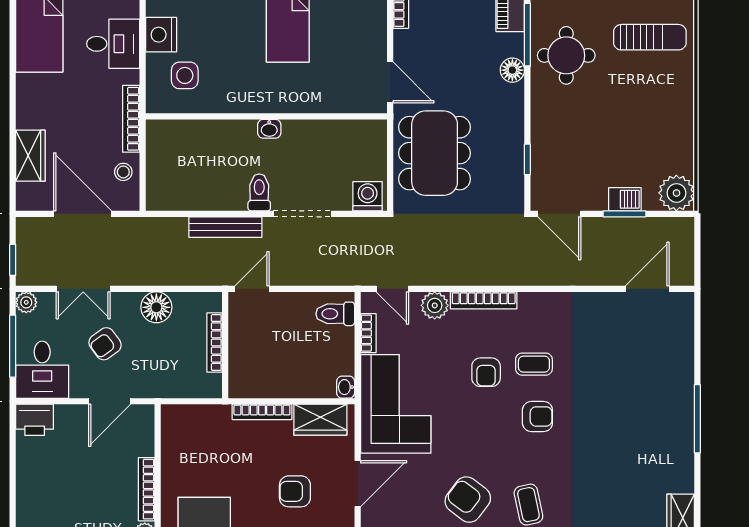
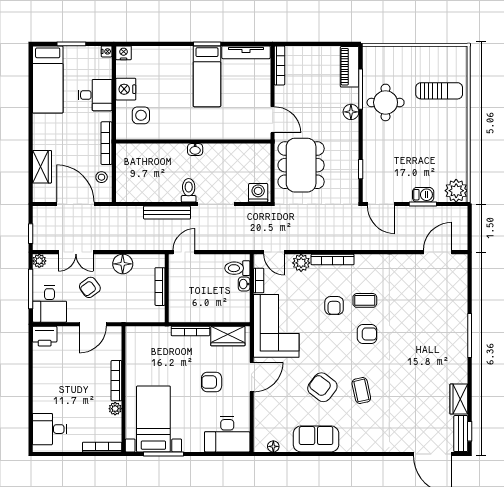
washbasin: (346, 387) -> (244, 284), moved

